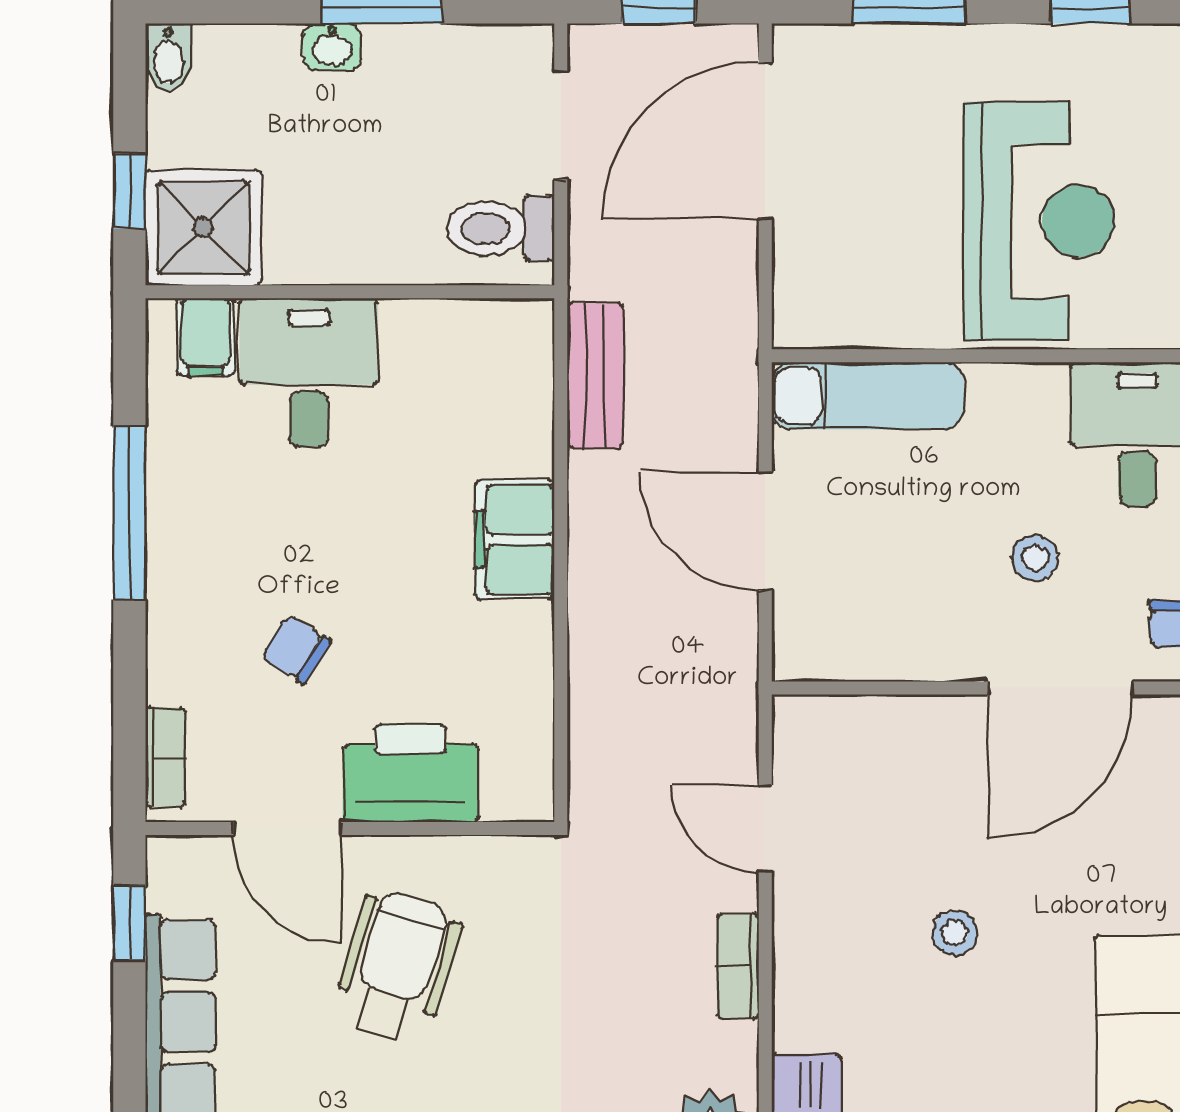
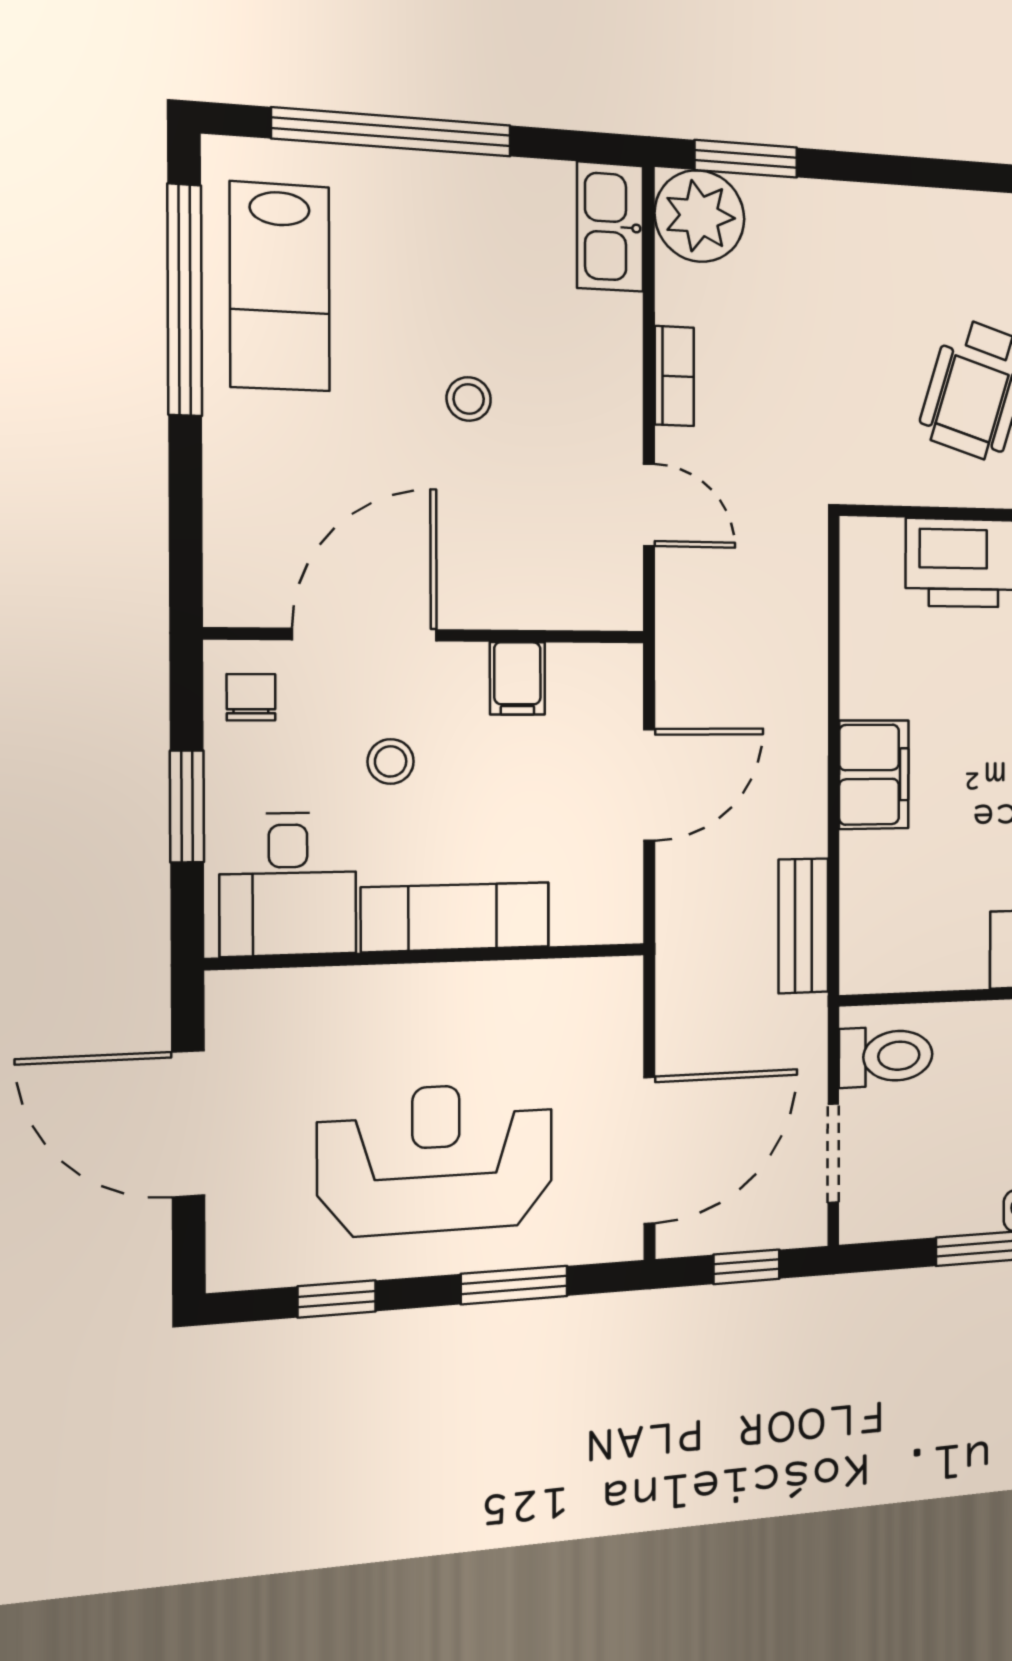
reception desk: (1039, 221) -> (436, 1159), moved, turned 90
exam couch: (868, 396) -> (456, 917), moved
door: (765, 531) -> (649, 785), hinge flipped
filing cabinet: (905, 644) -> (517, 678), added

